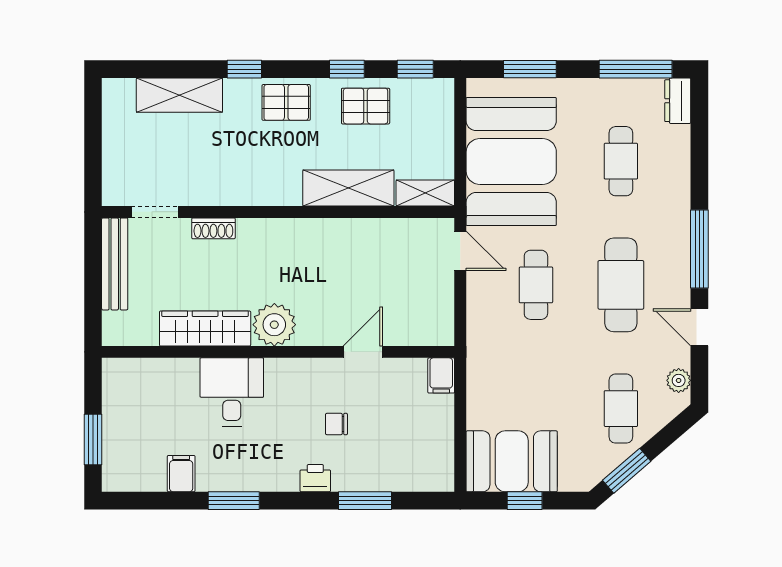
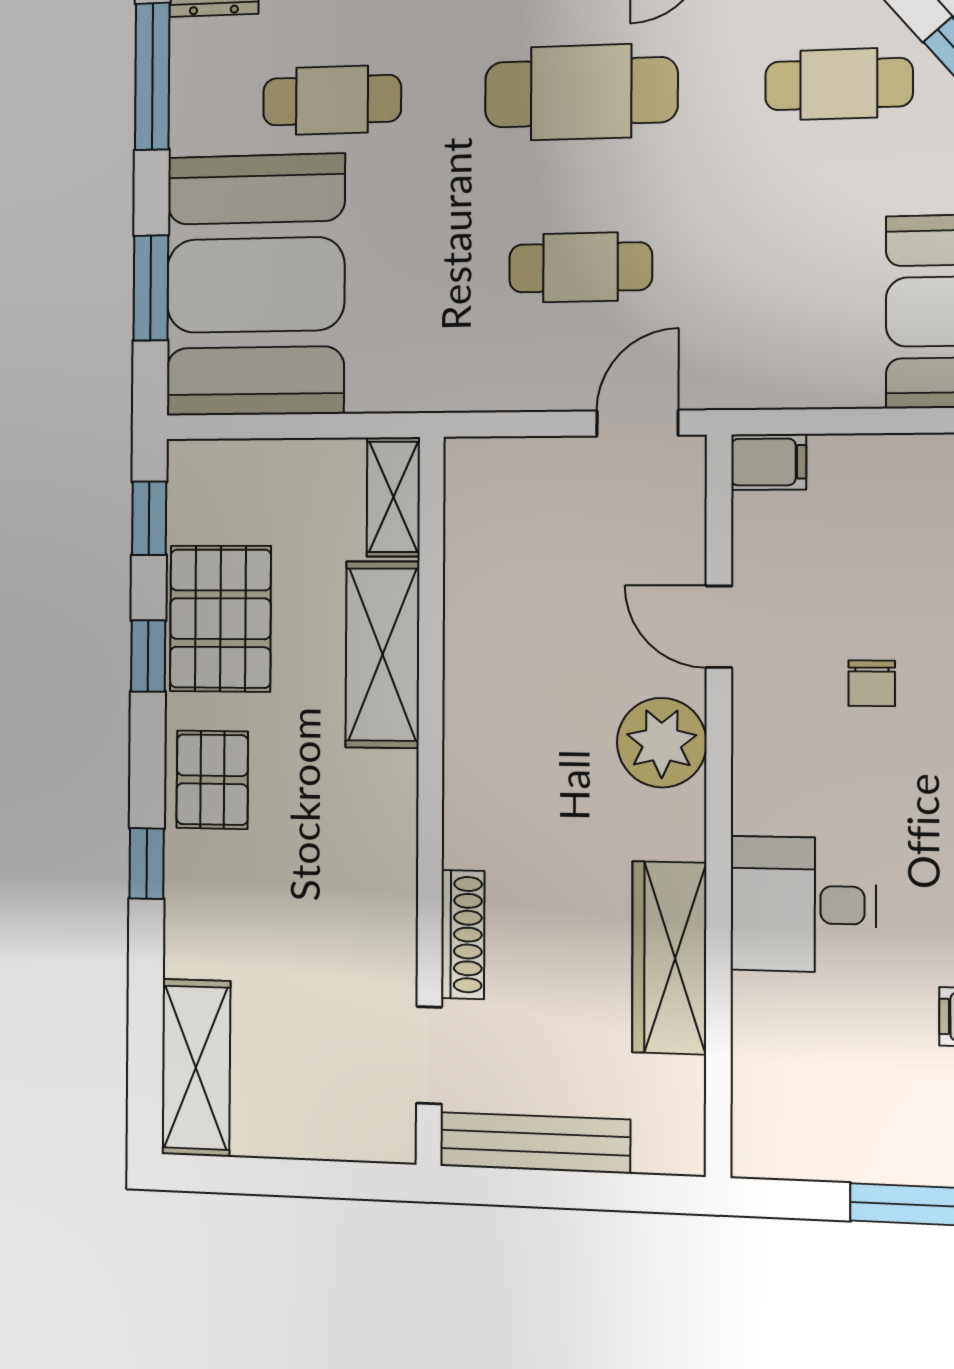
shelving: (179, 95) -> (196, 1068), moved
pallet: (366, 106) -> (220, 619), width x1.50, depth x1.42
booth: (511, 162) -> (256, 285), moved, turned 90
shoe rack: (213, 228) -> (463, 934), width x1.43
door: (460, 251) -> (637, 423), moved
plant: (274, 325) -> (662, 743), moved

